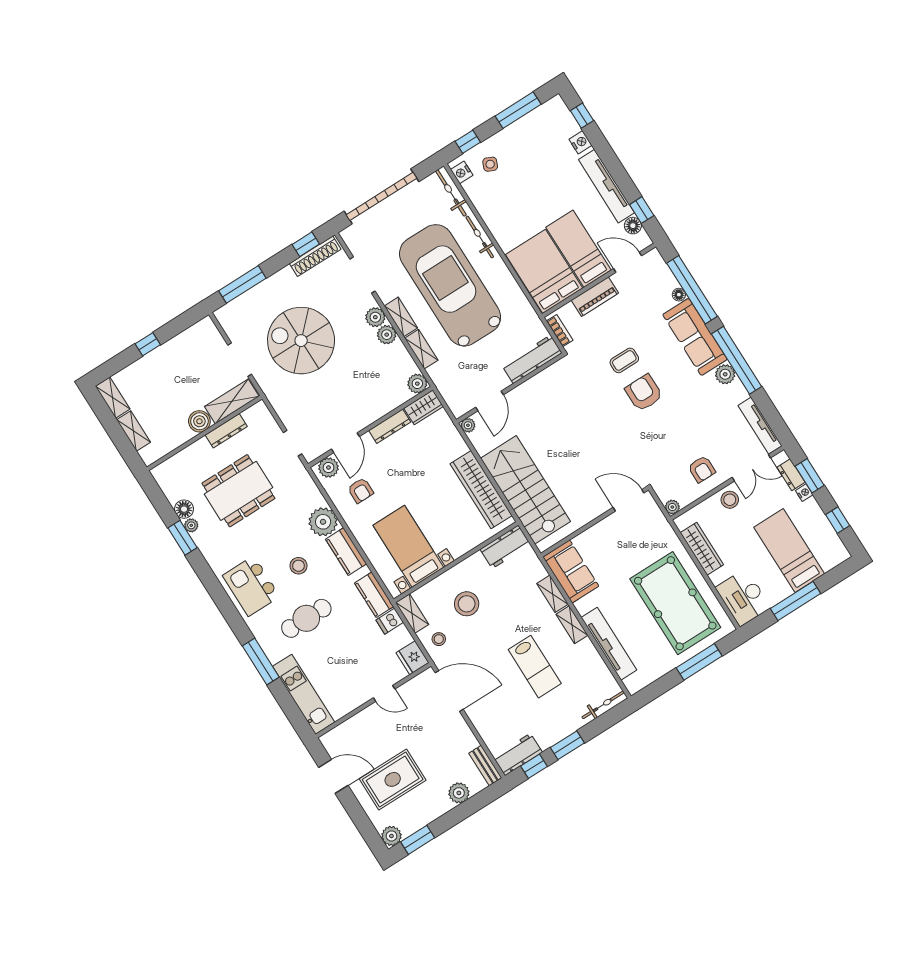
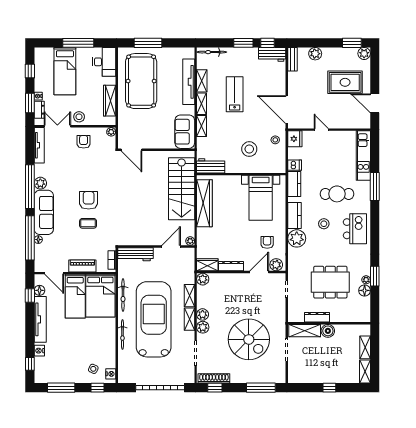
bicycle: (451, 193) -> (123, 295), moved
car: (450, 285) -> (154, 319), turned 180
armchair: (644, 393) -> (89, 200), turned 180
shelving: (412, 614) -> (202, 81), moved

